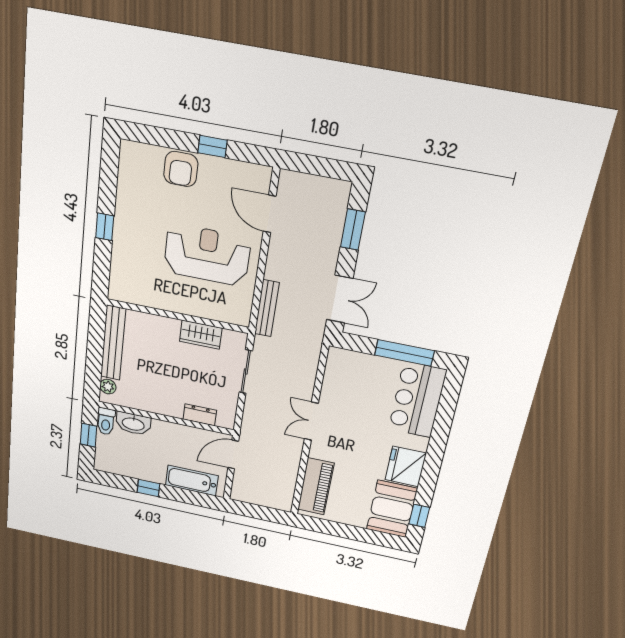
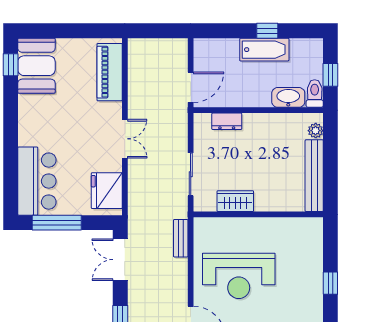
bench: (267, 308) -> (181, 238), width x0.73
fridge: (406, 466) -> (107, 191), moved, turned 180
bathtub: (192, 481) -> (264, 50), moved

